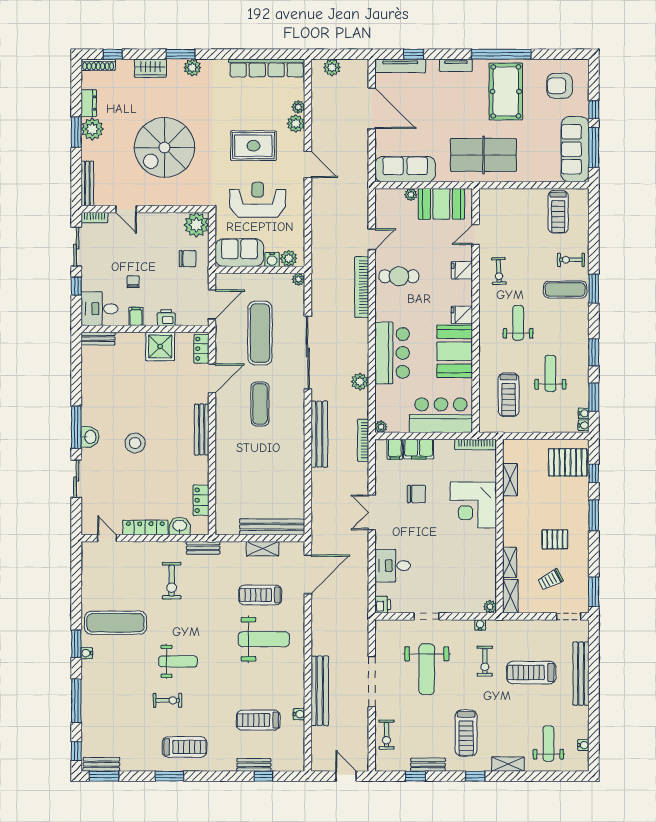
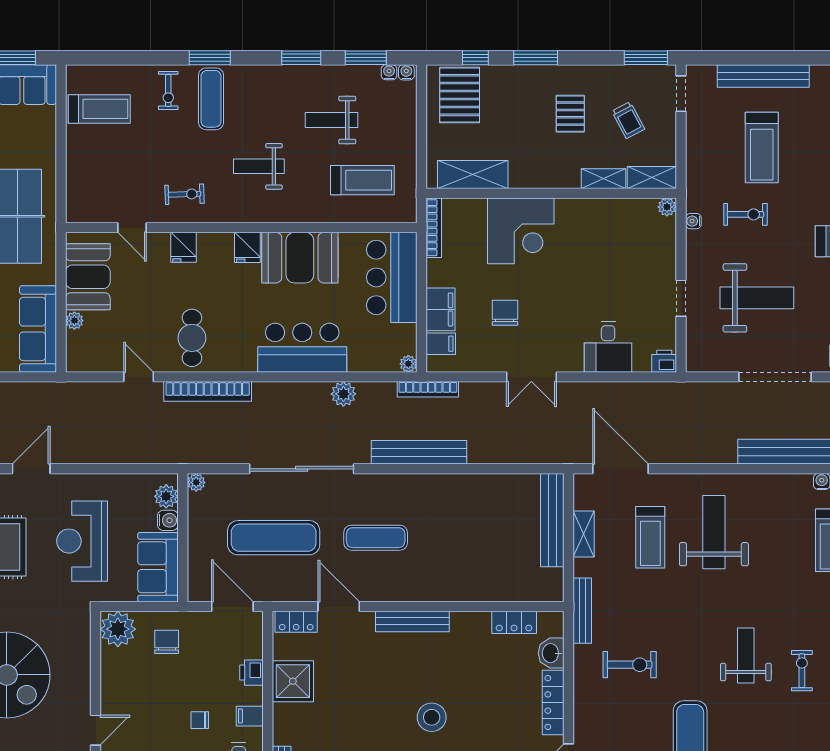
shelving: (510, 480) -> (473, 175), width x1.50, depth x1.33
bench: (203, 548) -> (582, 611), width x1.36

